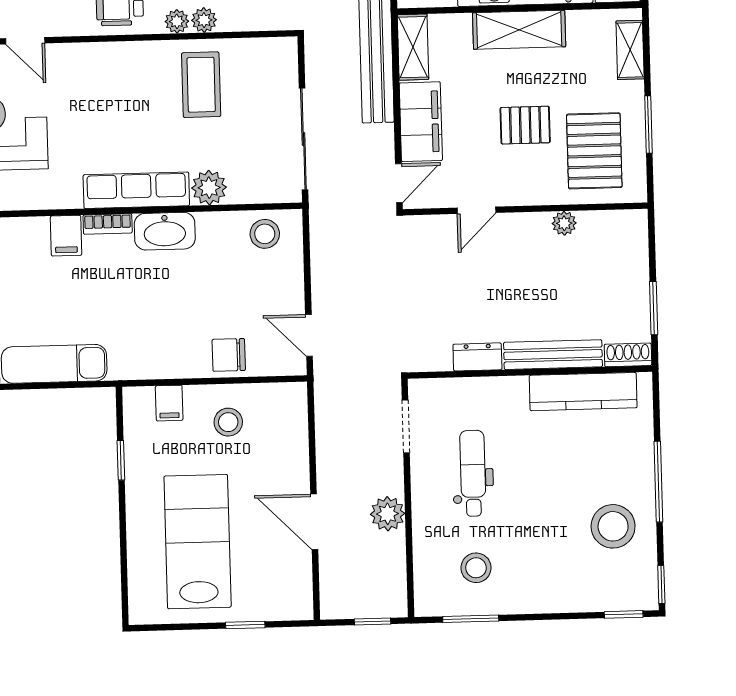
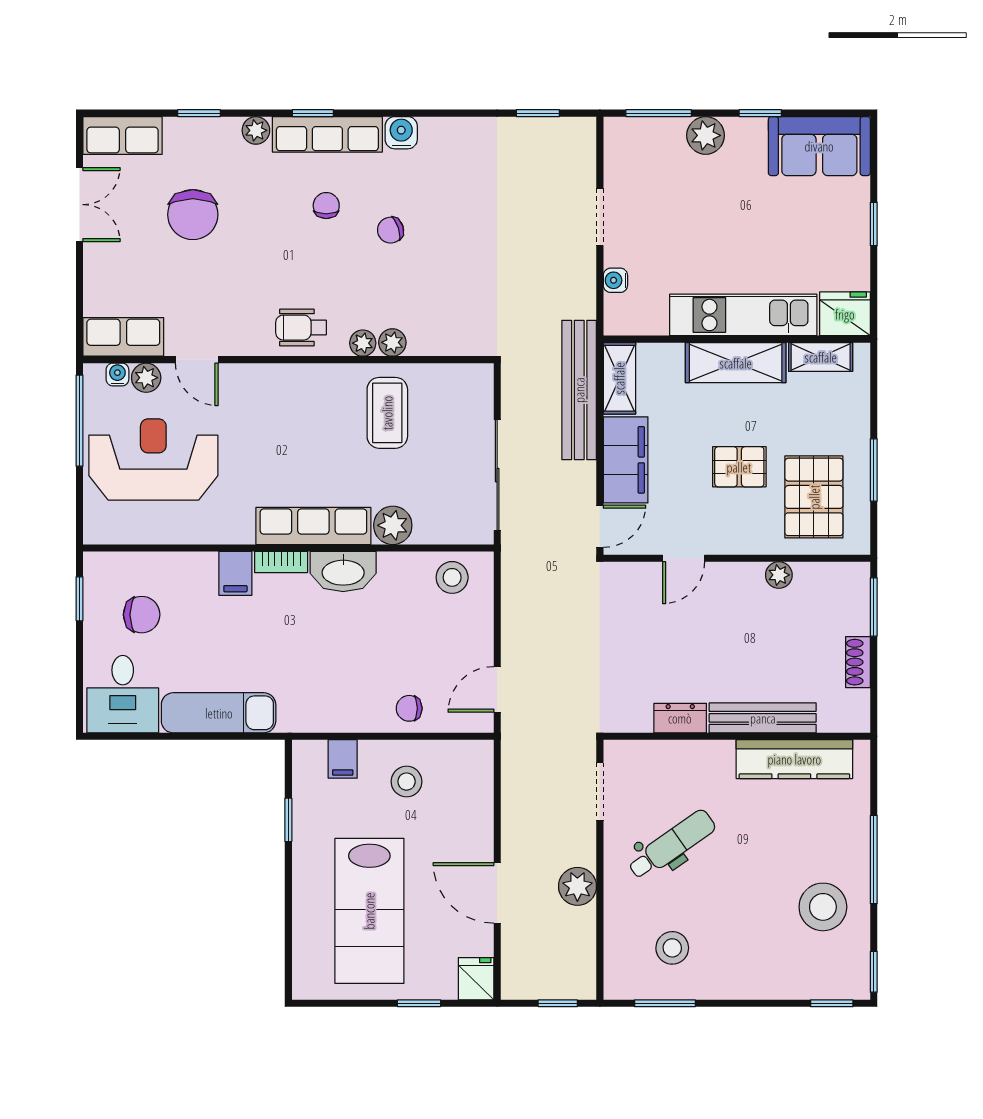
shelving: (630, 50) -> (821, 357), moved, turned 90
window: (654, 308) -> (874, 607), moved
door: (309, 335) -> (497, 689), hinge flipped
chair: (229, 355) -> (409, 708), width x0.73, depth x0.73
shoe rack: (628, 355) -> (858, 662), moved, turned -90
dental chair: (473, 473) -> (672, 845), turned 55
lab bench: (198, 542) -> (369, 911), turned 180
fridge: (297, 601) -> (476, 979), added

